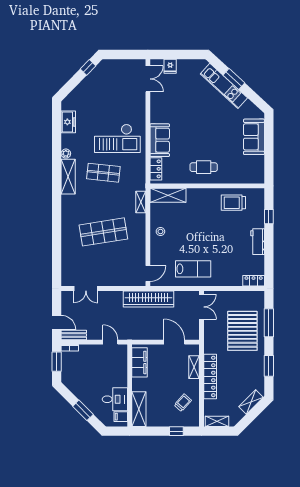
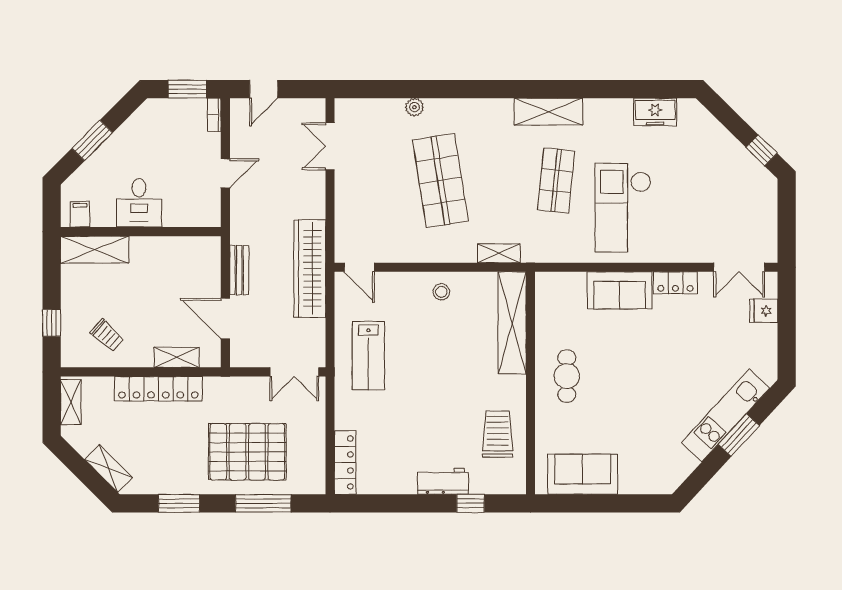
sofa: (254, 137) -> (583, 474), moved
plant: (66, 154) -> (414, 107), moved
locker: (156, 169) -> (675, 283), moved
shelving: (168, 195) -> (512, 323), width x1.47
workbench: (258, 242) -> (443, 481), moved
locker: (254, 281) -> (345, 462), width x1.53
bench: (74, 335) -> (239, 270), moved
door: (110, 342) -> (225, 173), moved
door: (174, 342) -> (225, 319), swing flipped
filing cabinet: (140, 362) -> (186, 251), removed
desk: (115, 399) -> (139, 203), moved

